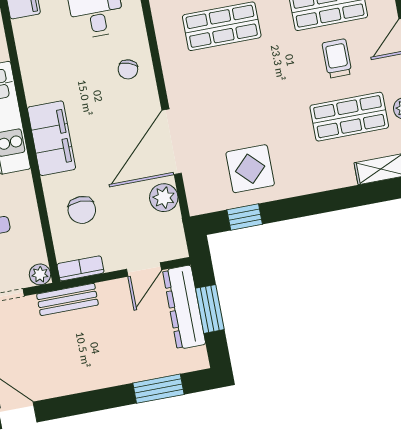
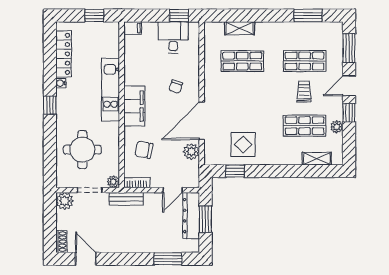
chair: (128, 69) -> (176, 87), moved
chair: (82, 210) -> (144, 150), turned 101

